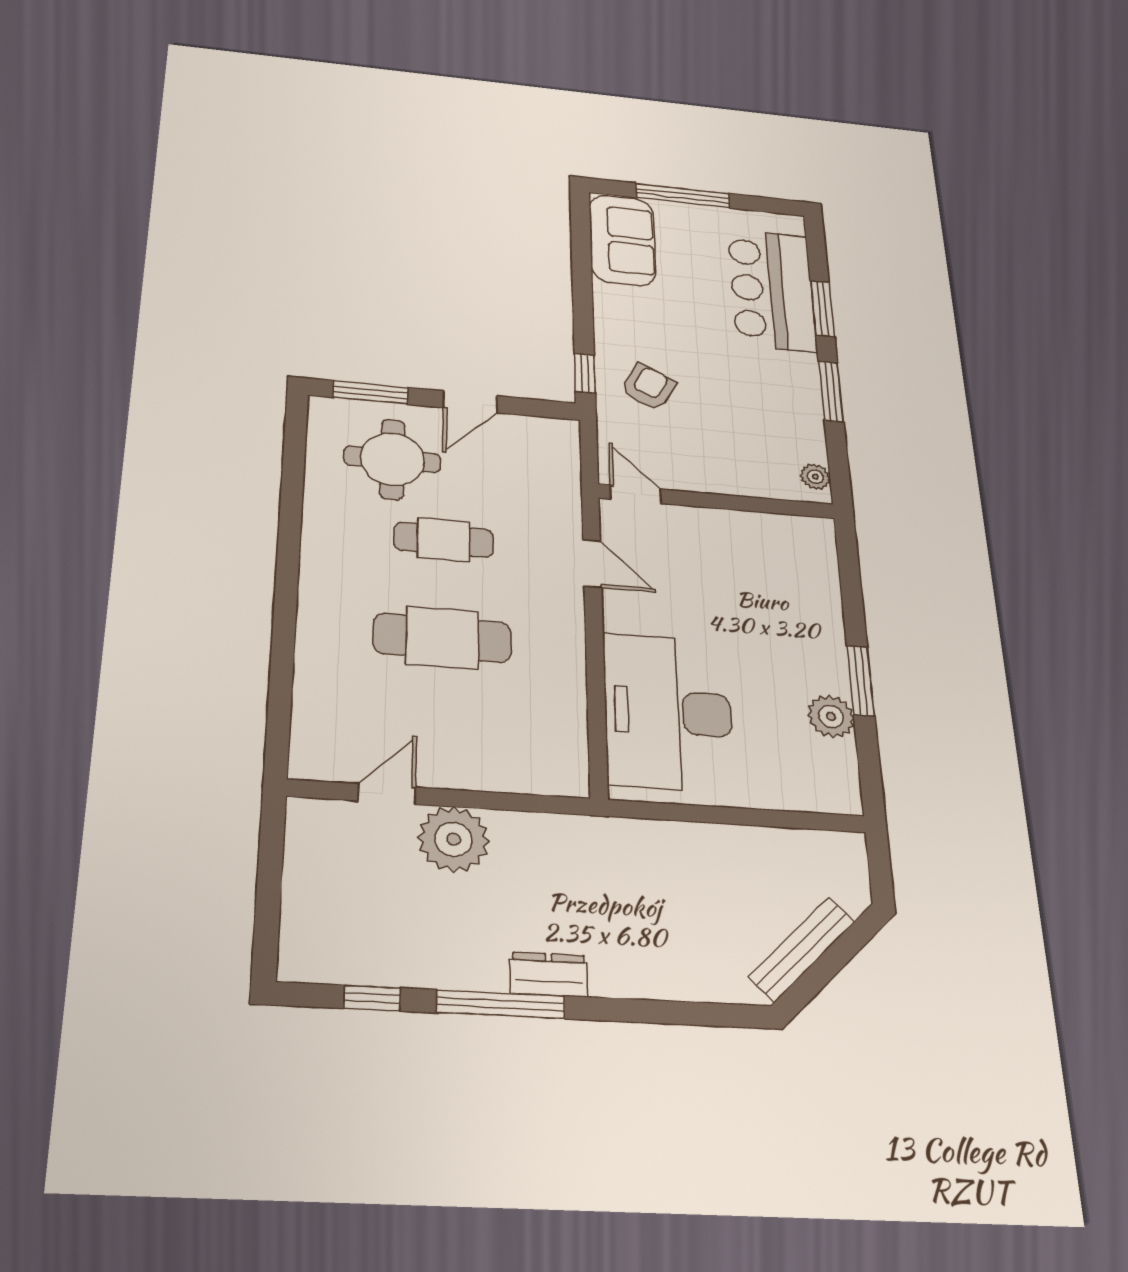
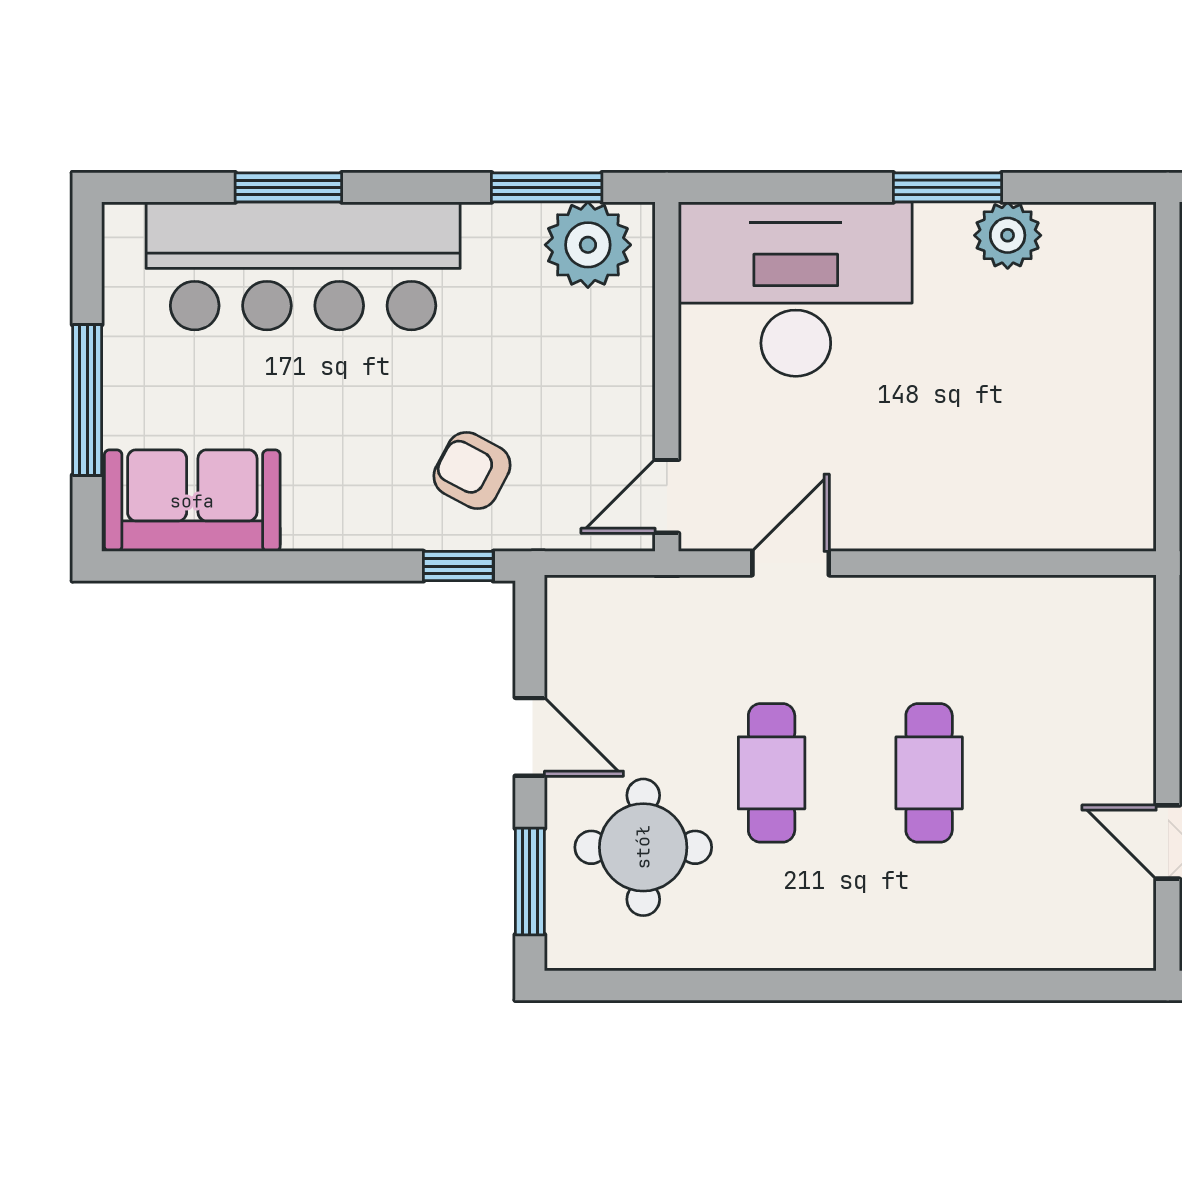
bar counter: (772, 290) -> (303, 266), width x1.36
window: (831, 391) -> (547, 187), moved
plant: (815, 477) -> (588, 245), width x1.87, depth x1.87
cafe table: (442, 638) -> (929, 773), width x0.73, depth x0.74
desk: (668, 712) -> (796, 289), moved, turned 180

